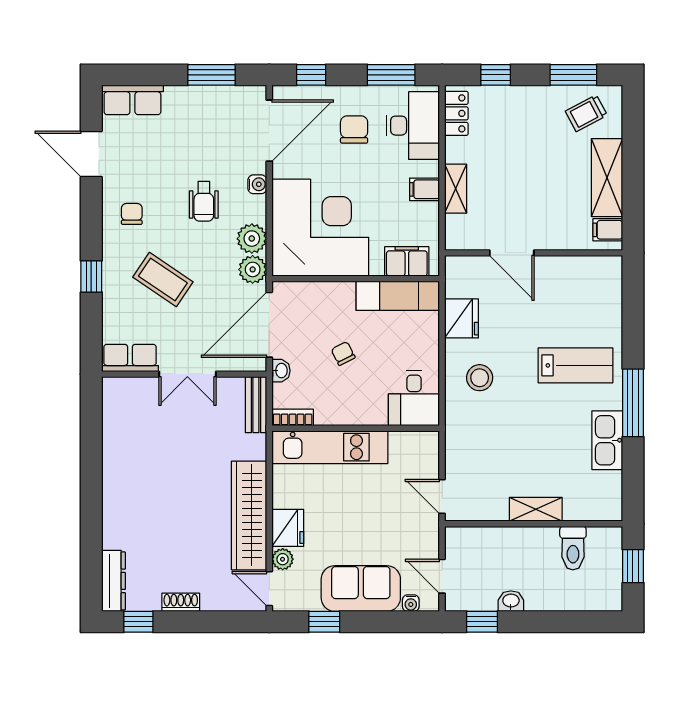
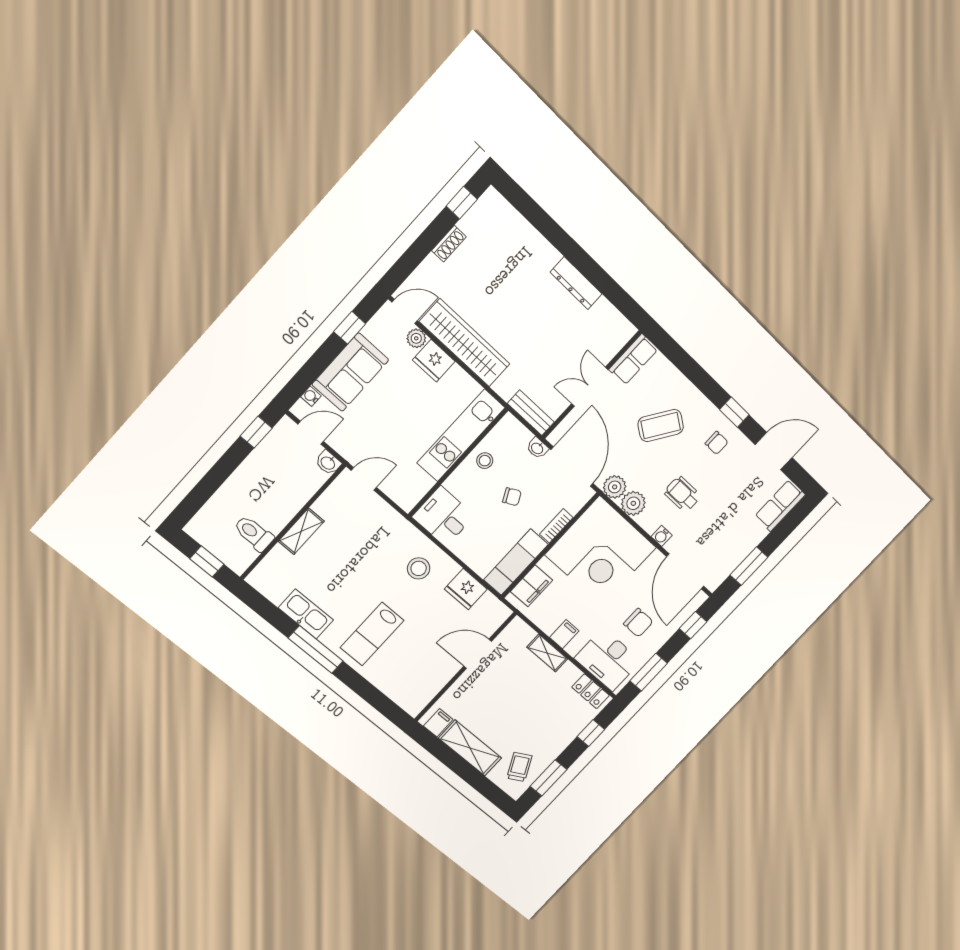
window: (91, 277) -> (734, 412), moved
stool: (333, 407) -> (485, 461), added
bookcase: (293, 417) -> (556, 526), moved, turned 180
dresser: (114, 581) -> (576, 283), moved
washbasin: (511, 601) -> (328, 463), moved, turned 90

